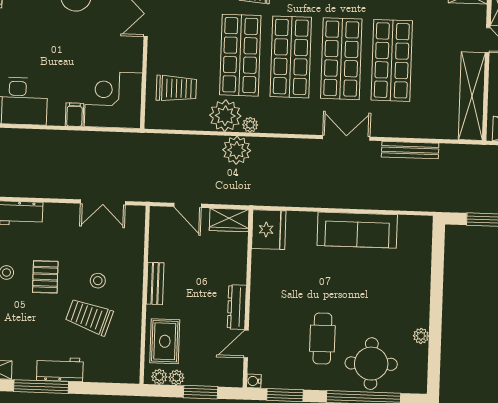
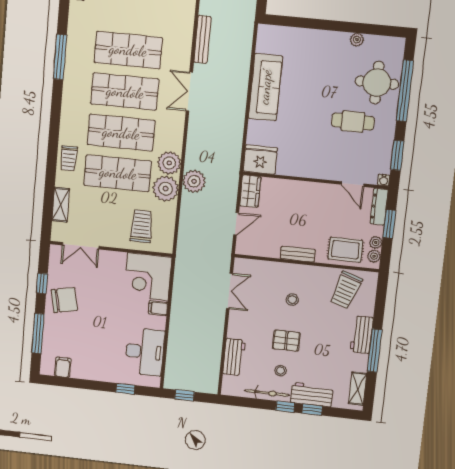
plant: (250, 125) -> (169, 163), width x1.88, depth x1.88
dresser: (237, 307) -> (379, 207), moved, turned 90
trolley: (89, 317) -> (346, 290), moved

